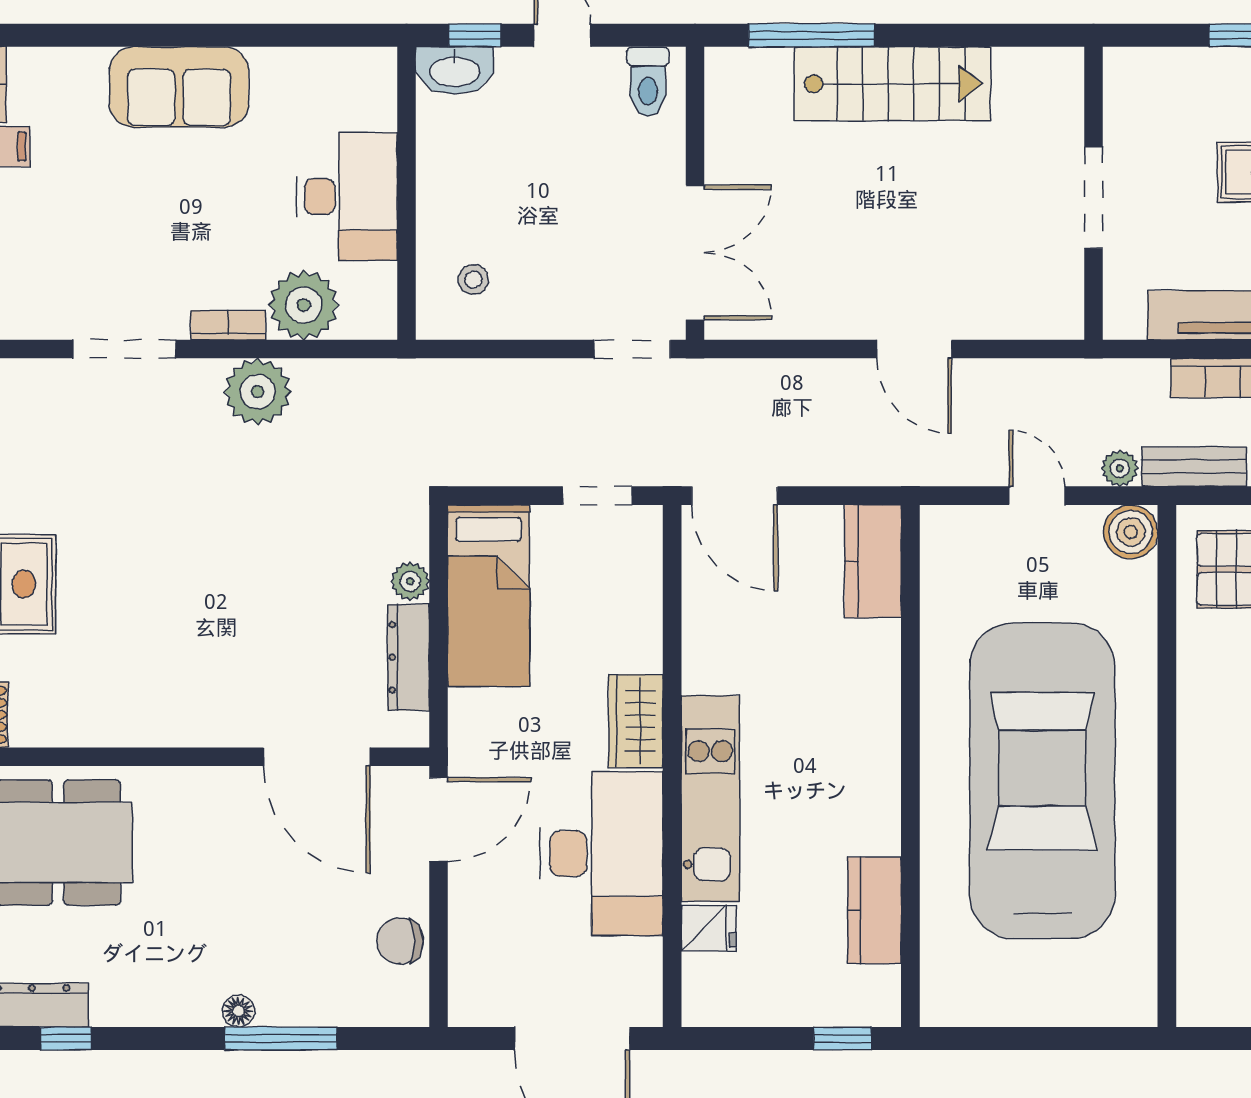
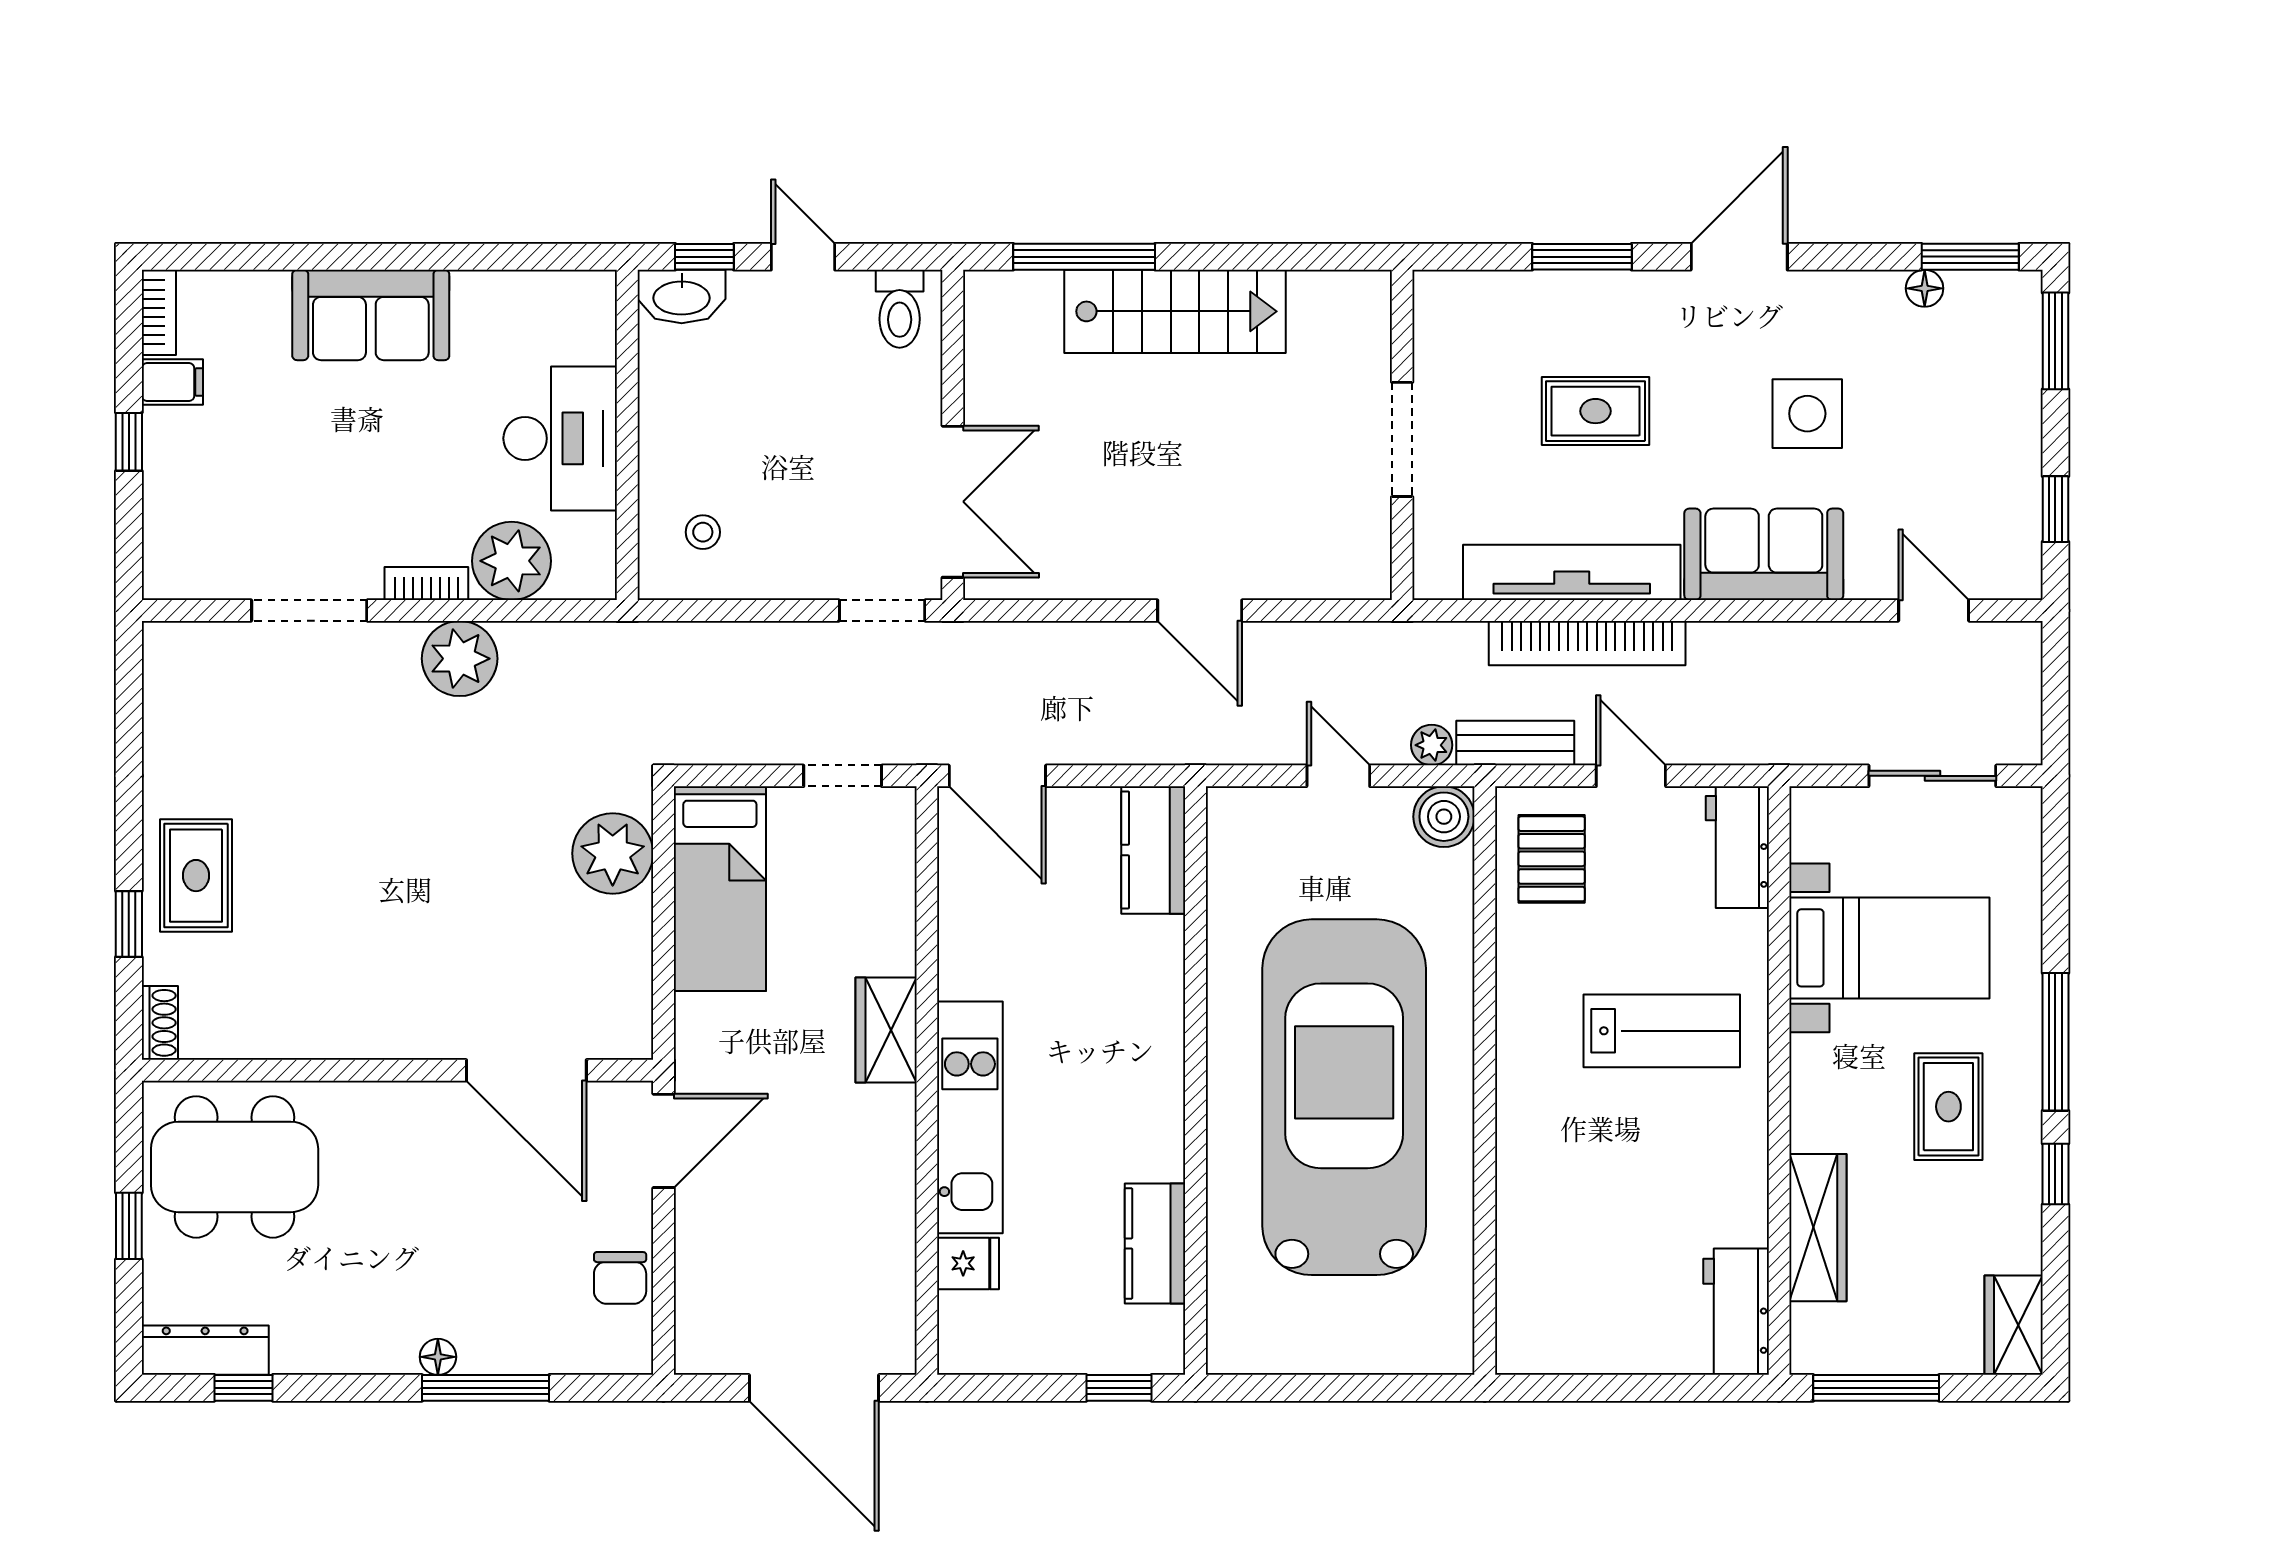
plant: (410, 581) -> (613, 853), width x1.88, depth x1.88
dresser: (408, 657) -> (630, 958), removed
desk: (601, 854) -> (847, 1179), removed
chair: (400, 941) -> (620, 1278), turned -90

